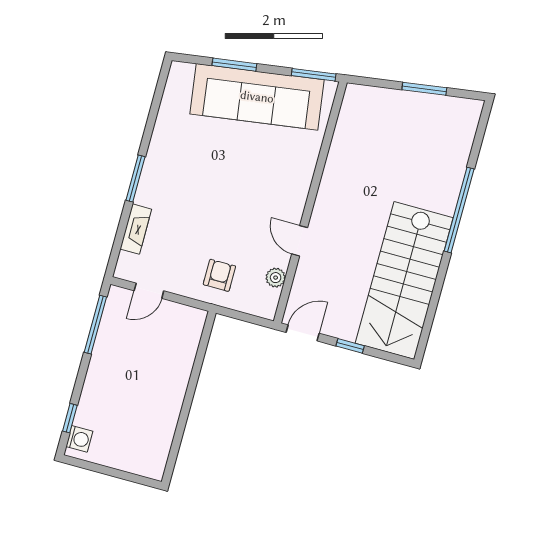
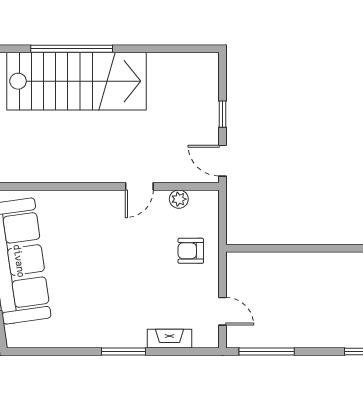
stairs: (404, 280) -> (76, 81), moved

